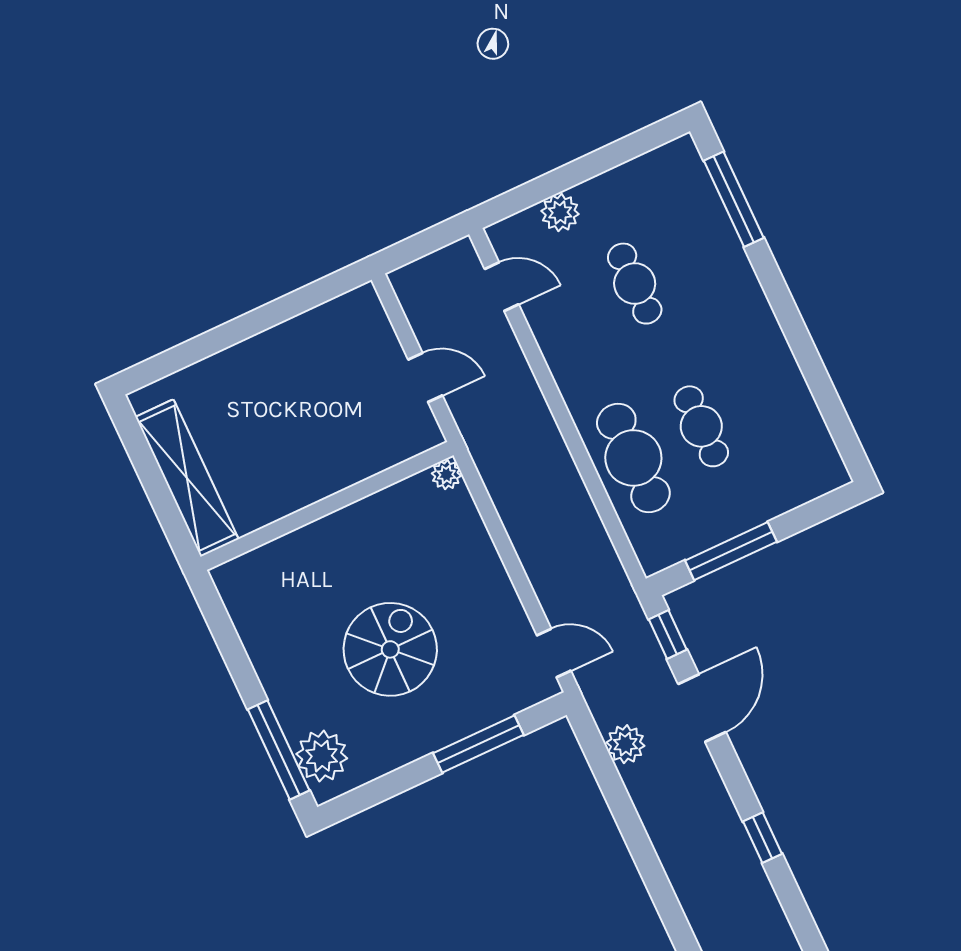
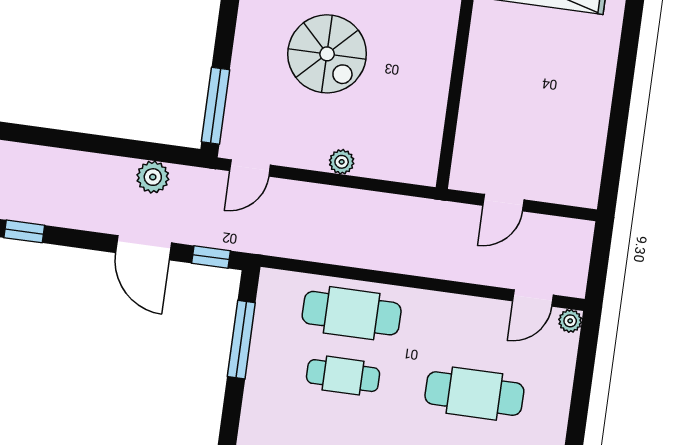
plant: (560, 213) -> (570, 321), moved, width x0.73, depth x0.73
cafe table: (635, 284) -> (474, 394), width x1.37, depth x1.35
plant: (446, 475) -> (342, 162), moved
window: (478, 744) -> (216, 106), moved

